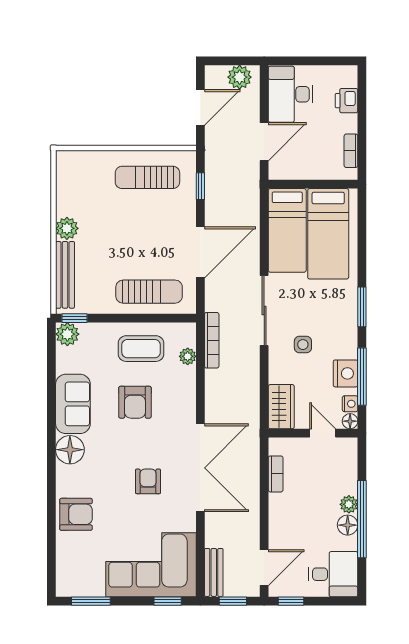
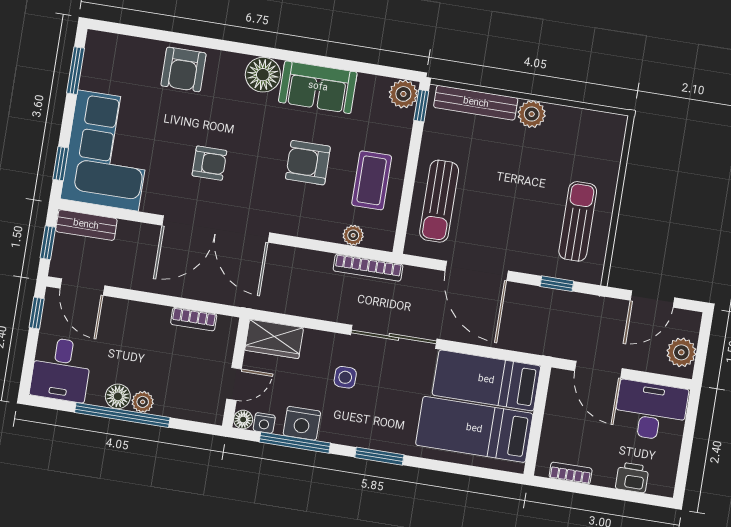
door: (200, 107) -> (652, 299), hinge flipped

